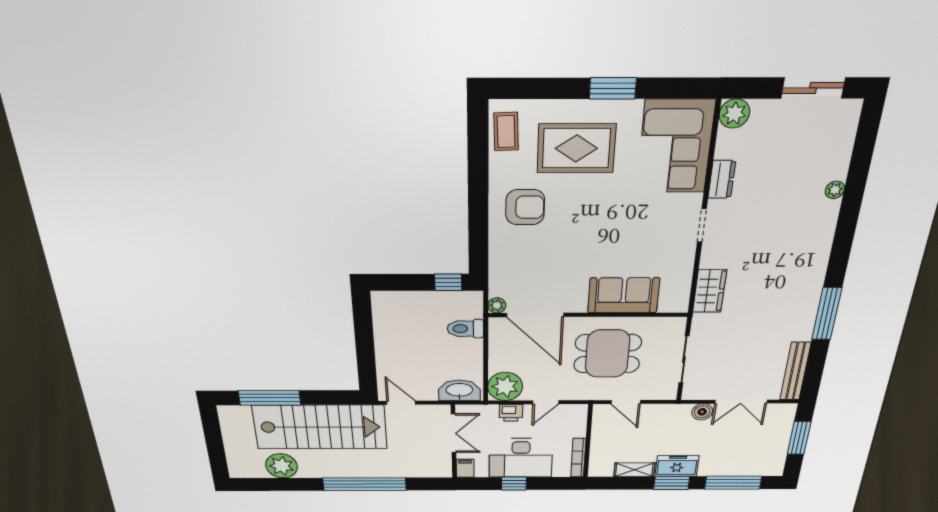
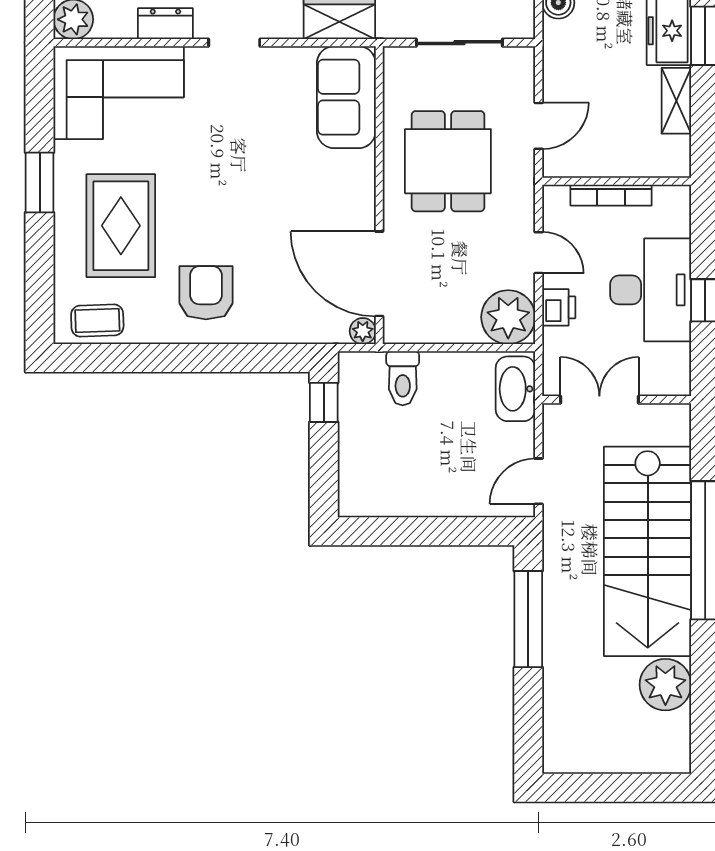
sofa: (624, 295) -> (346, 97), moved
door: (535, 315) -> (379, 274), swing flipped
window: (270, 398) -> (528, 619), moved
stairs: (320, 427) -> (648, 551), moved, turned 180
bookcase: (578, 458) -> (611, 195), moved
filing cabinet: (465, 468) -> (672, 382), removed

